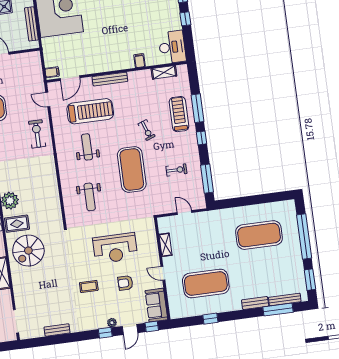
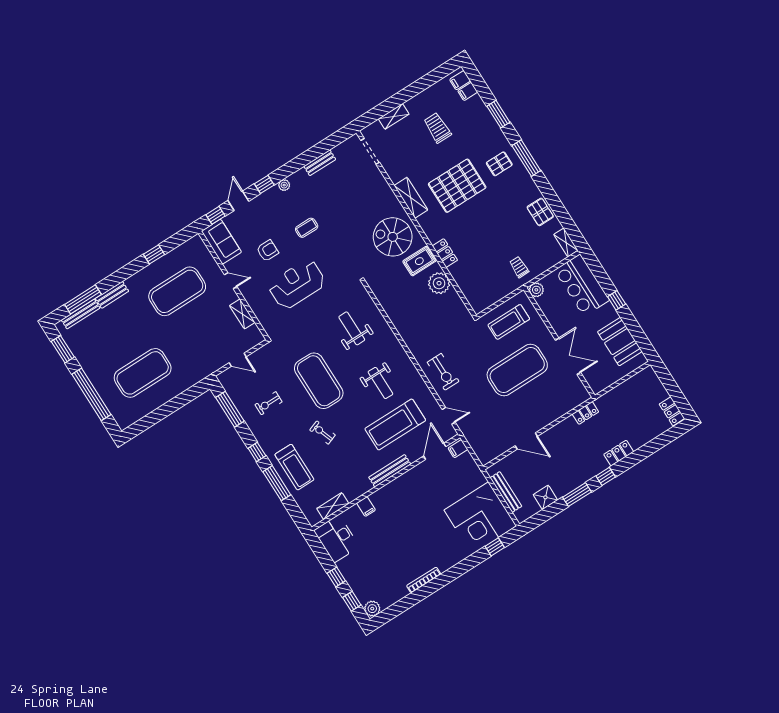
spiral stairs: (28, 251) -> (393, 237), turned -90
plant: (112, 323) -> (284, 185), moved

